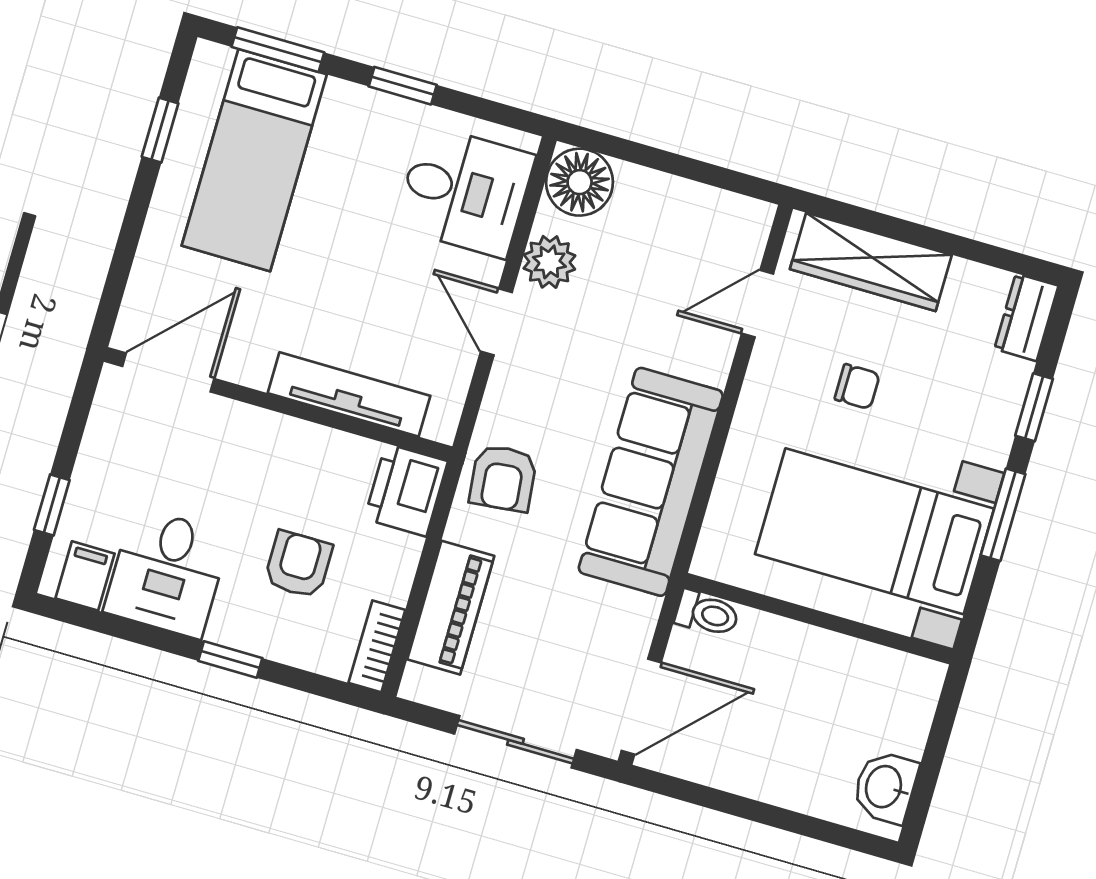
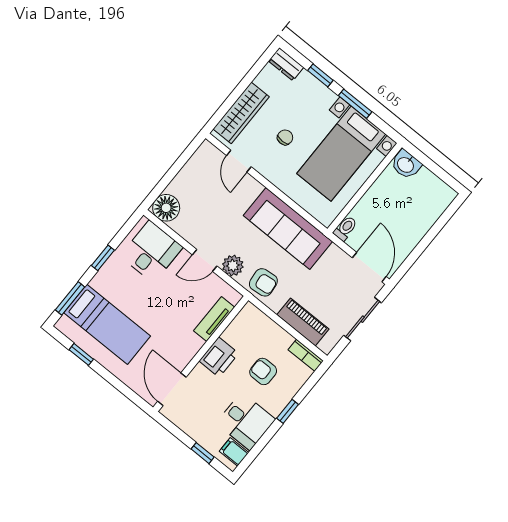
plant: (549, 262) -> (233, 266), moved
tv unit: (349, 394) -> (214, 319), width x0.71
printer: (406, 490) -> (219, 357), moved, turned -90
washbasin: (885, 787) -> (406, 164), moved

